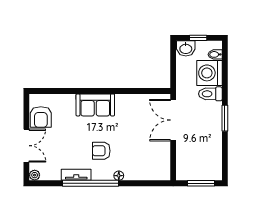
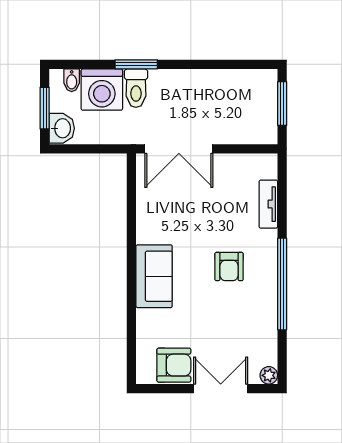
window: (198, 38) -> (45, 108), width x1.50
window: (225, 118) -> (136, 64), moved
tv unit: (76, 175) -> (268, 204), moved
floor lamp: (119, 176) -> (270, 238), removed

